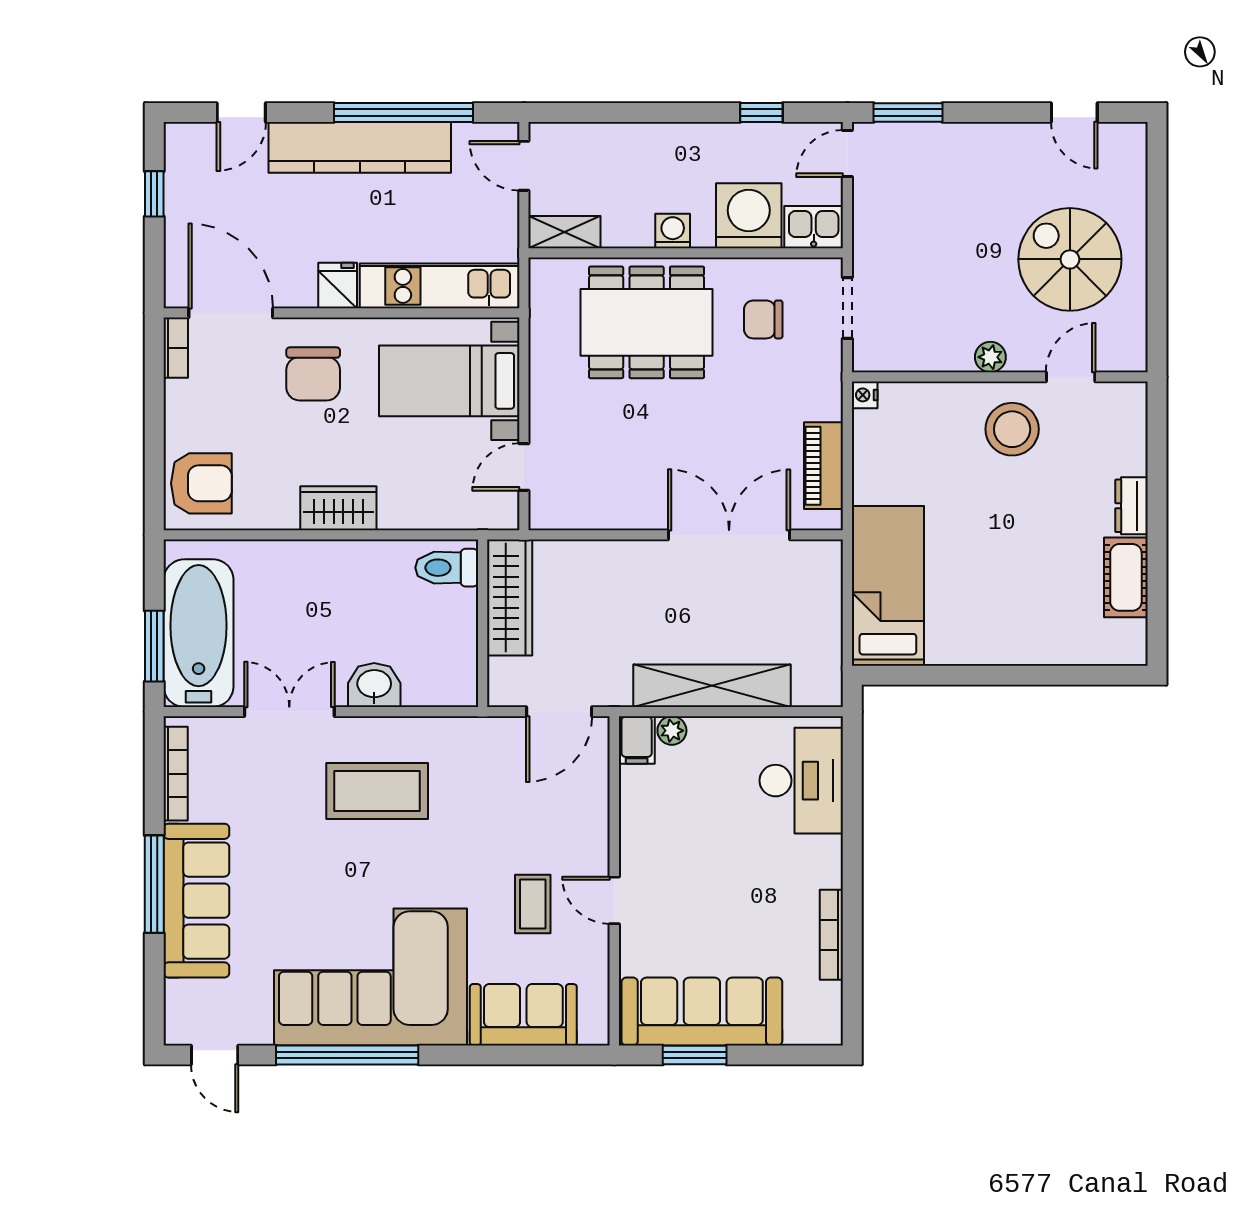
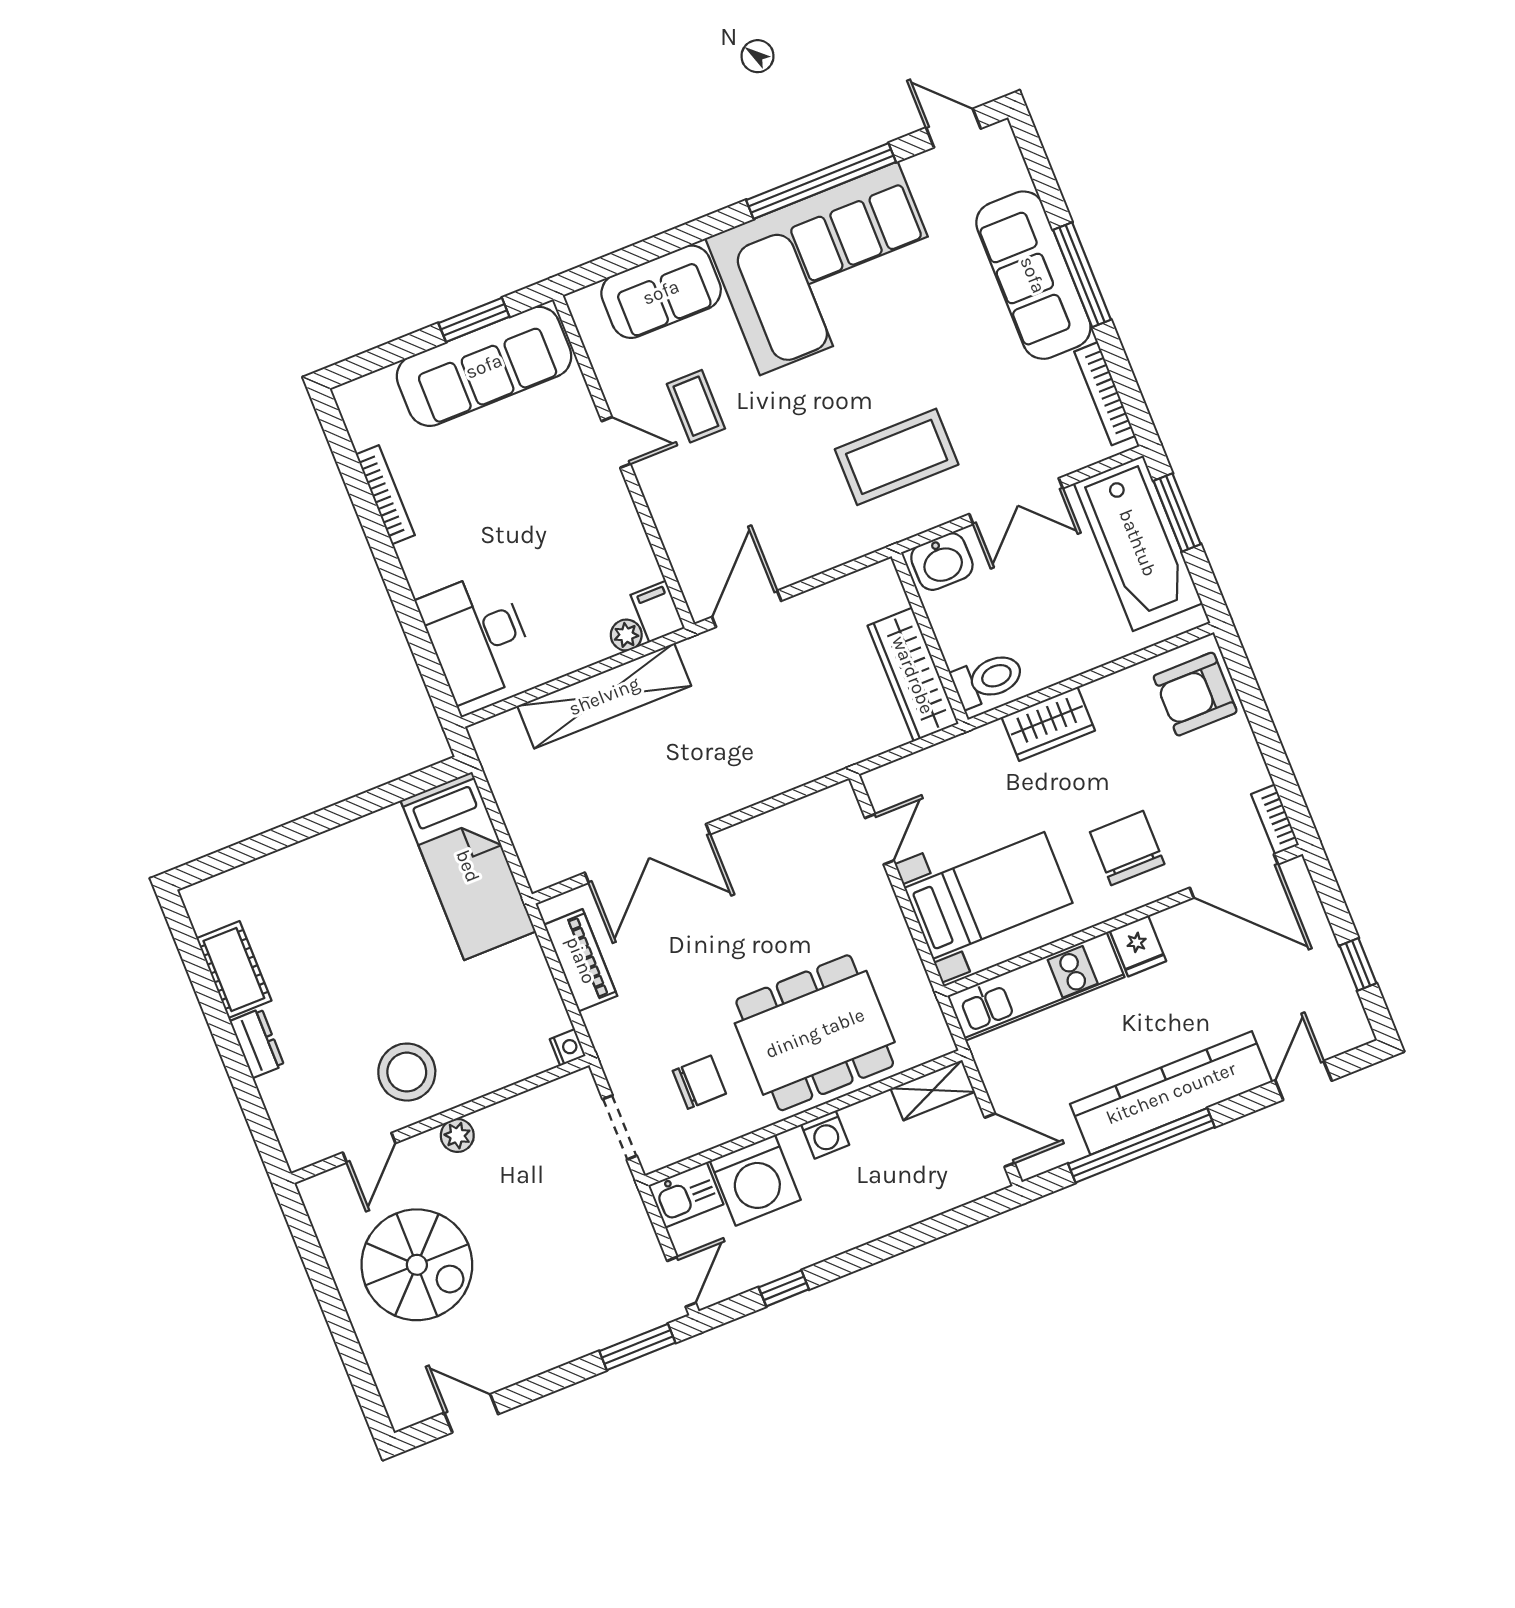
toilet: (447, 568) -> (988, 679), moved
wardrobe: (510, 597) -> (913, 675), moved
wall: (483, 623) -> (930, 638), moved

